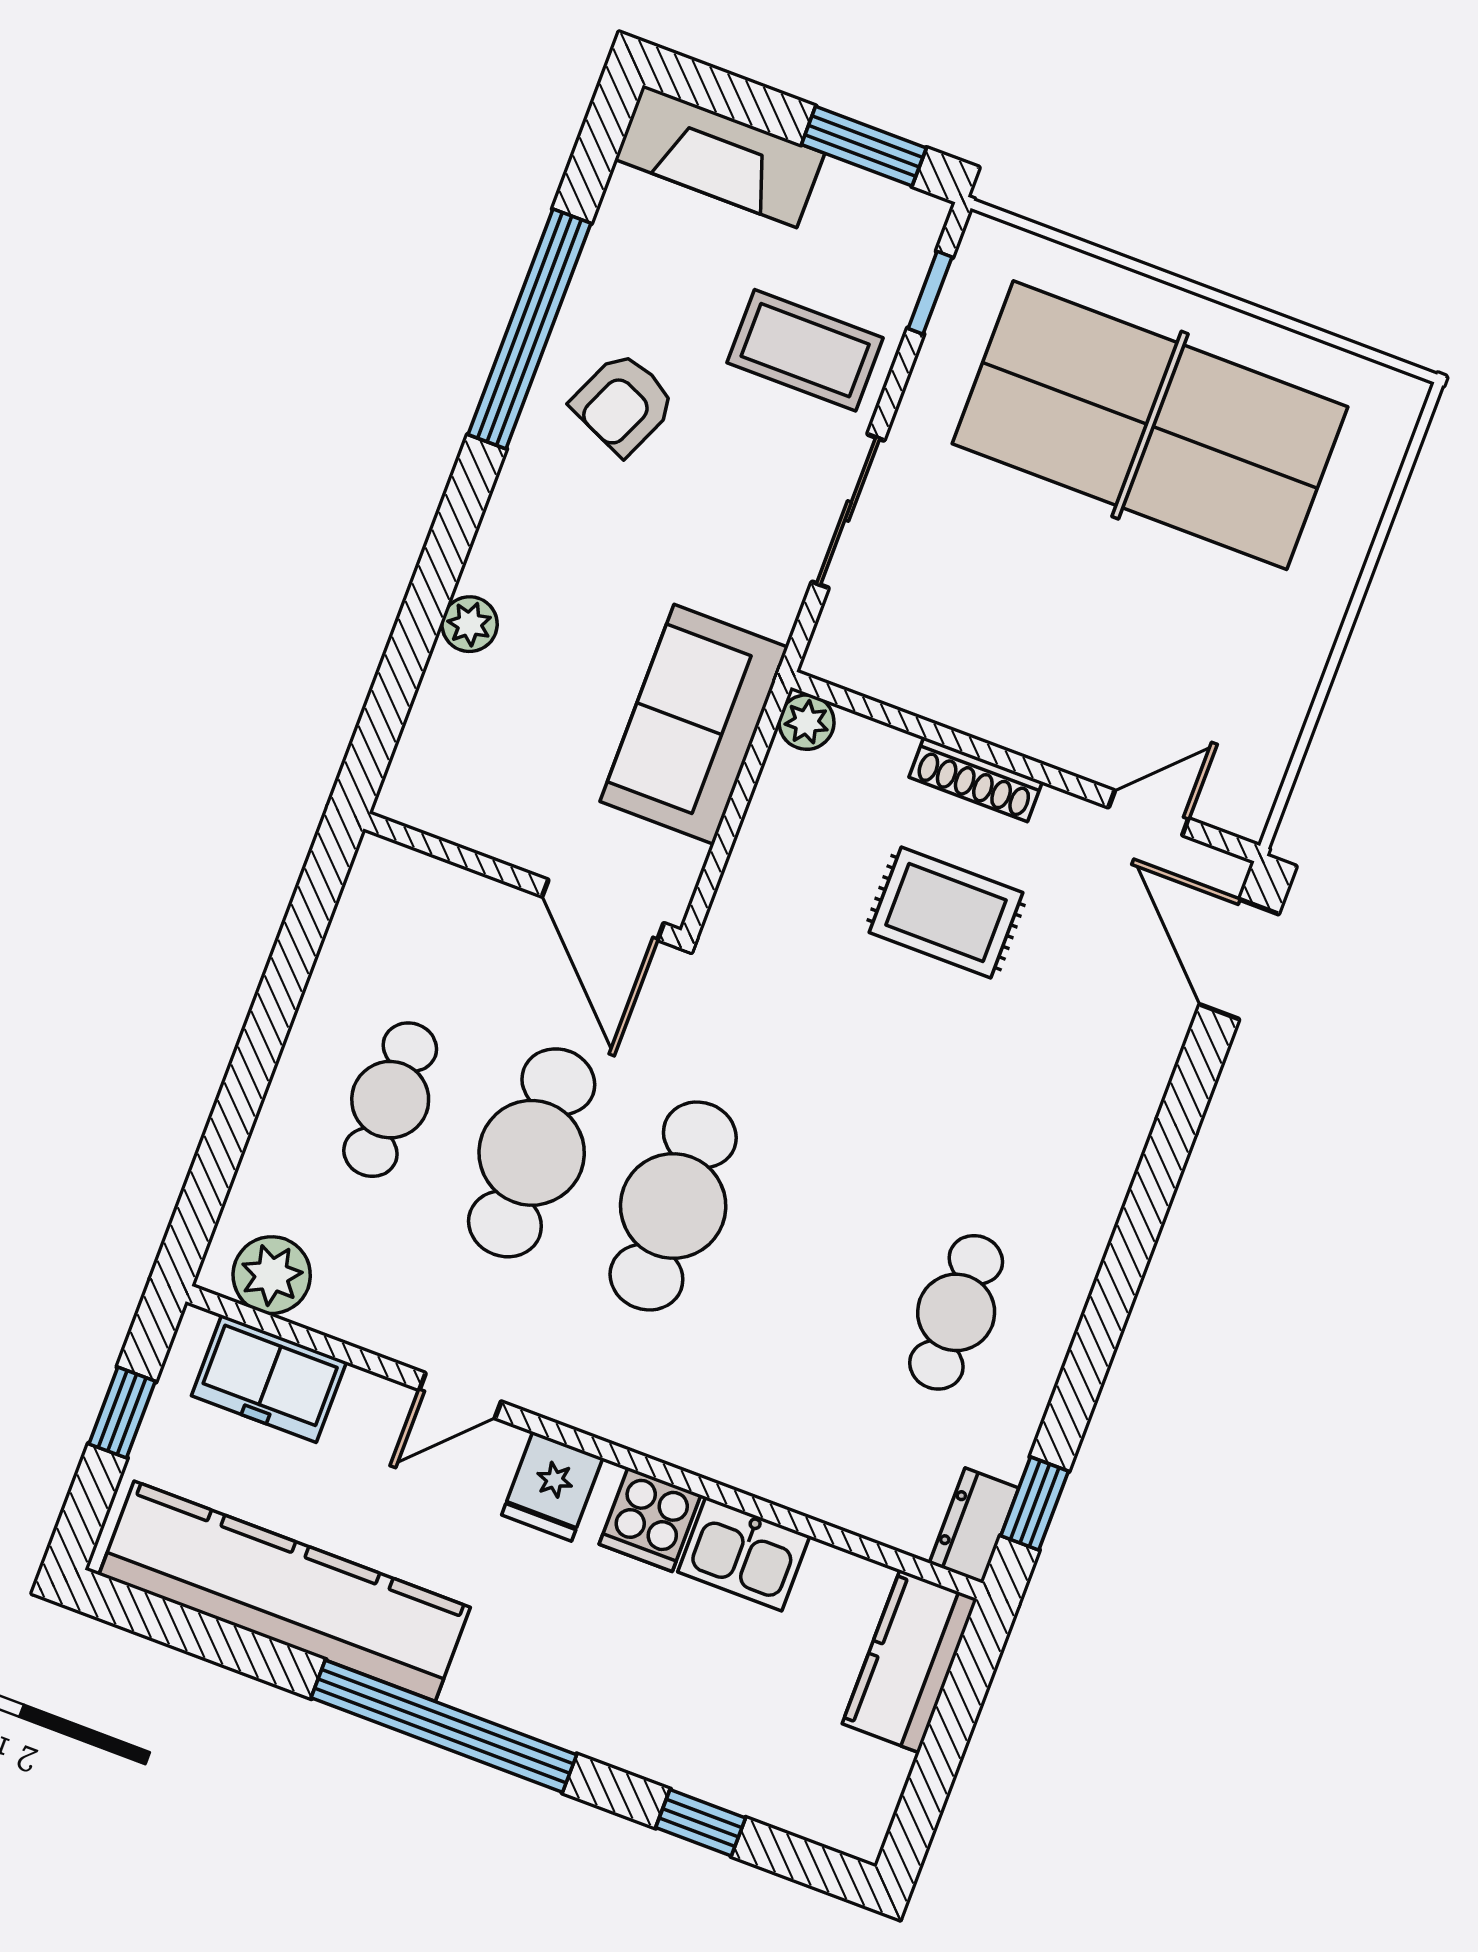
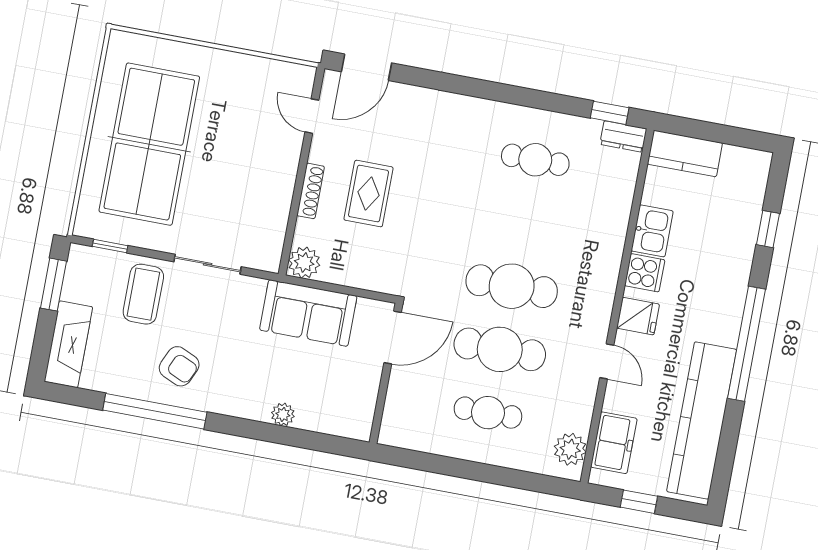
plant: (807, 722) -> (304, 263), width x1.38, depth x1.38

